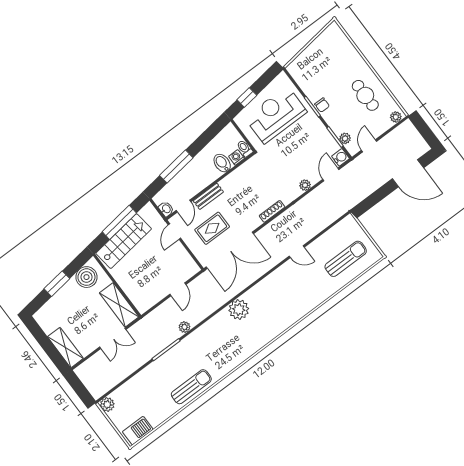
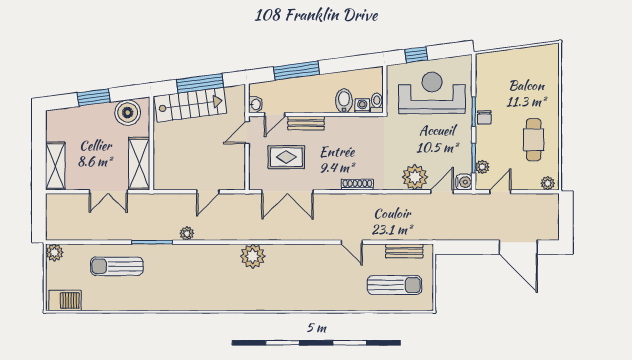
plant: (305, 185) -> (415, 177), width x1.88, depth x1.88
bench: (335, 232) -> (404, 251), added
double door: (230, 250) -> (287, 192), width x0.73
sun lounger: (191, 387) -> (117, 266), moved, turned 180

